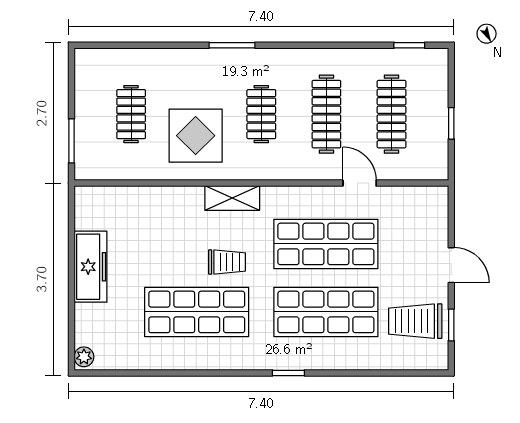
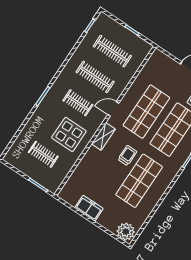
door: (360, 183) -> (113, 109), moved
freezer: (91, 267) -> (89, 208), width x0.71
plant: (84, 357) -> (126, 232), width x1.88, depth x1.88

